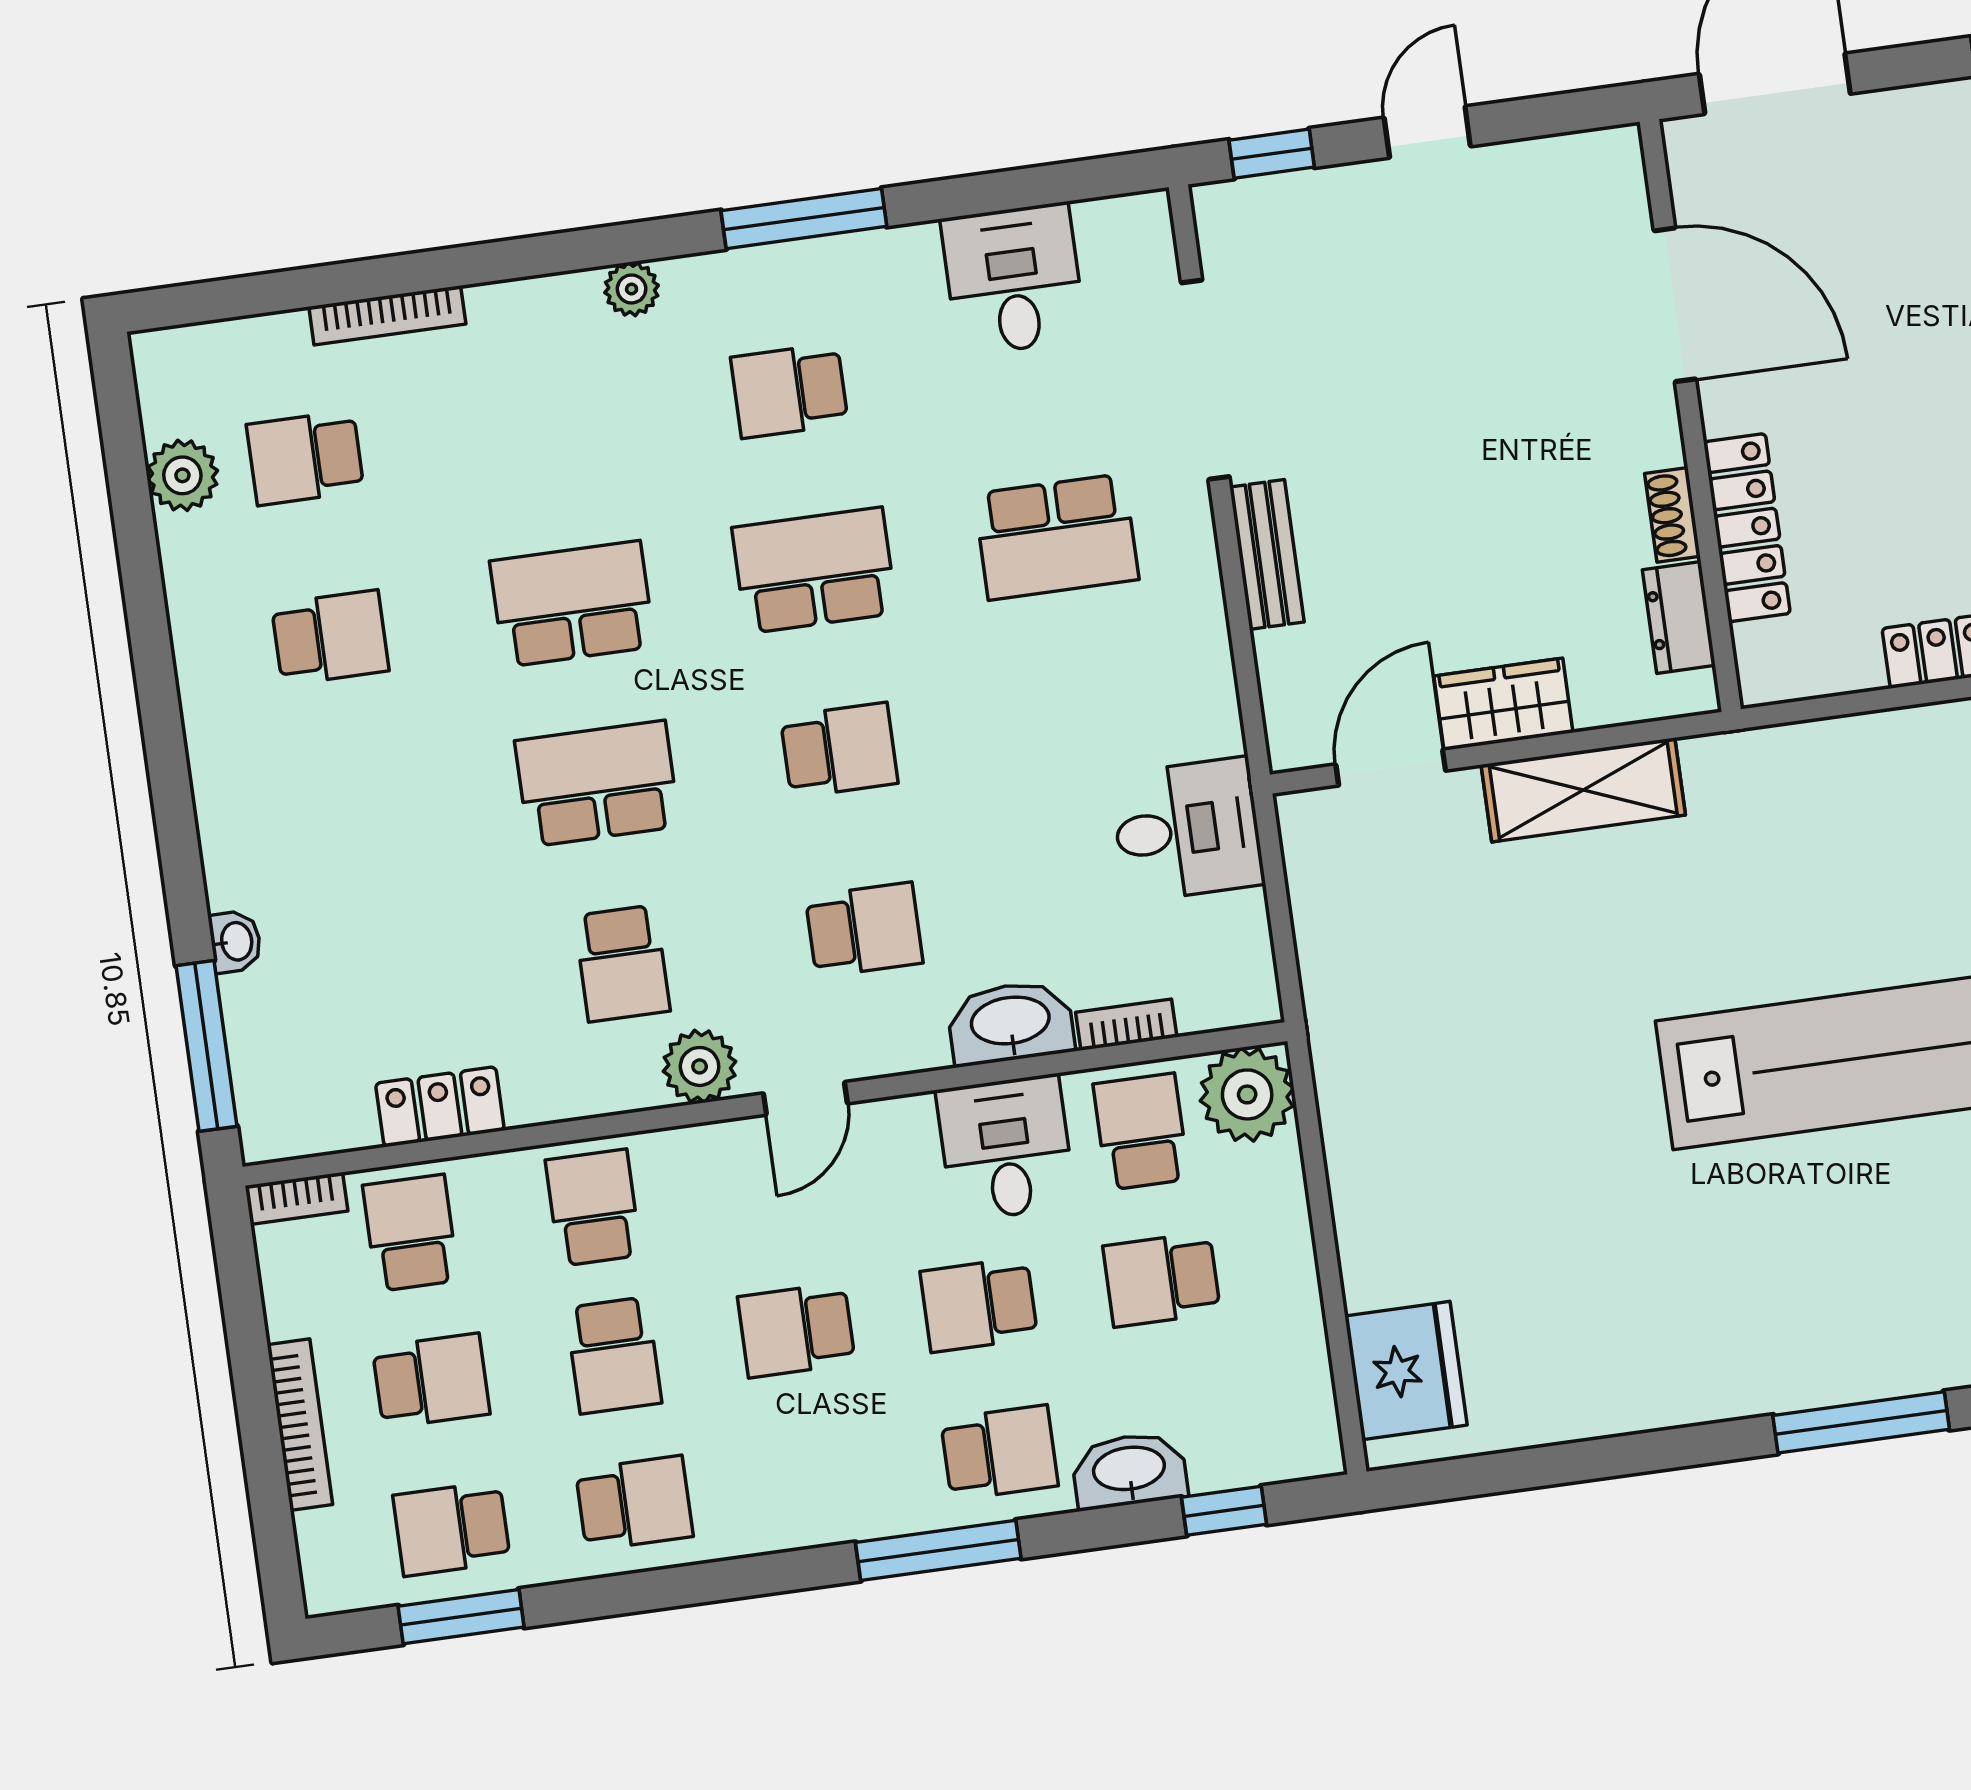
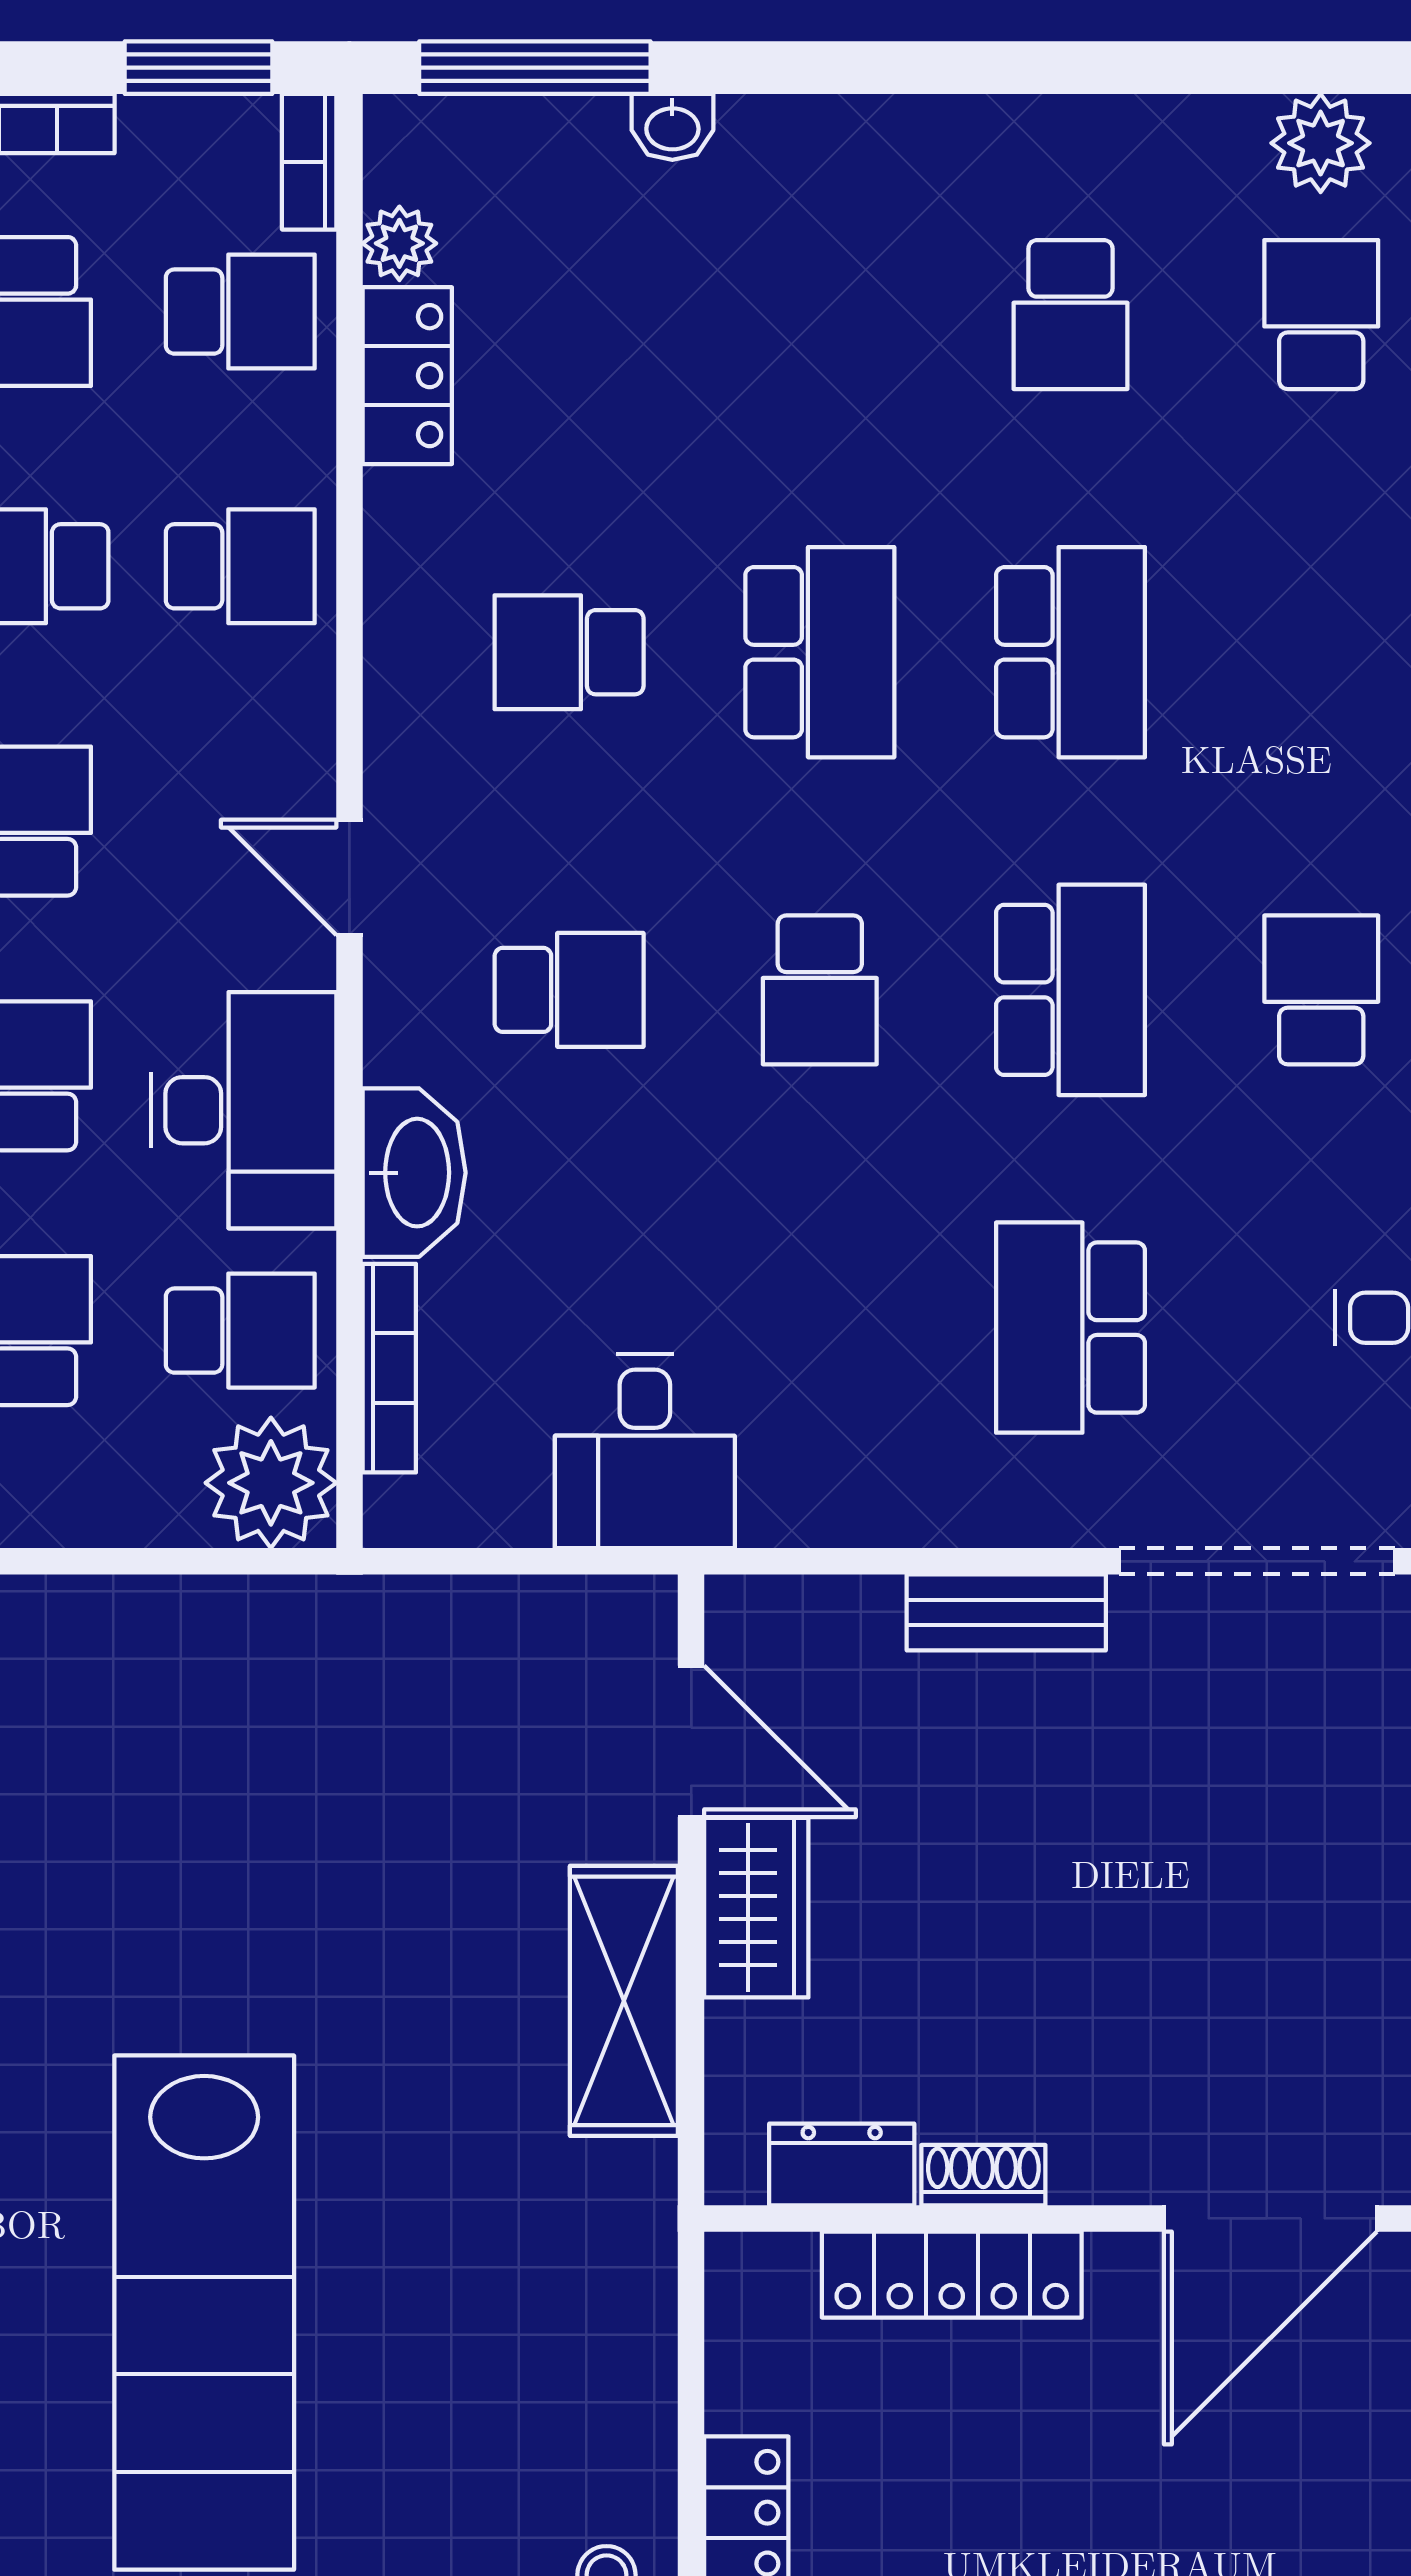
school desk: (864, 930) -> (569, 990), turned -90
bookcase: (1126, 1025) -> (389, 1368), width x1.56
plant: (700, 1066) -> (399, 243), moved, width x0.73, depth x0.73
desk: (1006, 1148) -> (243, 1110), width x1.37
window: (240, 1287) -> (199, 68), added

